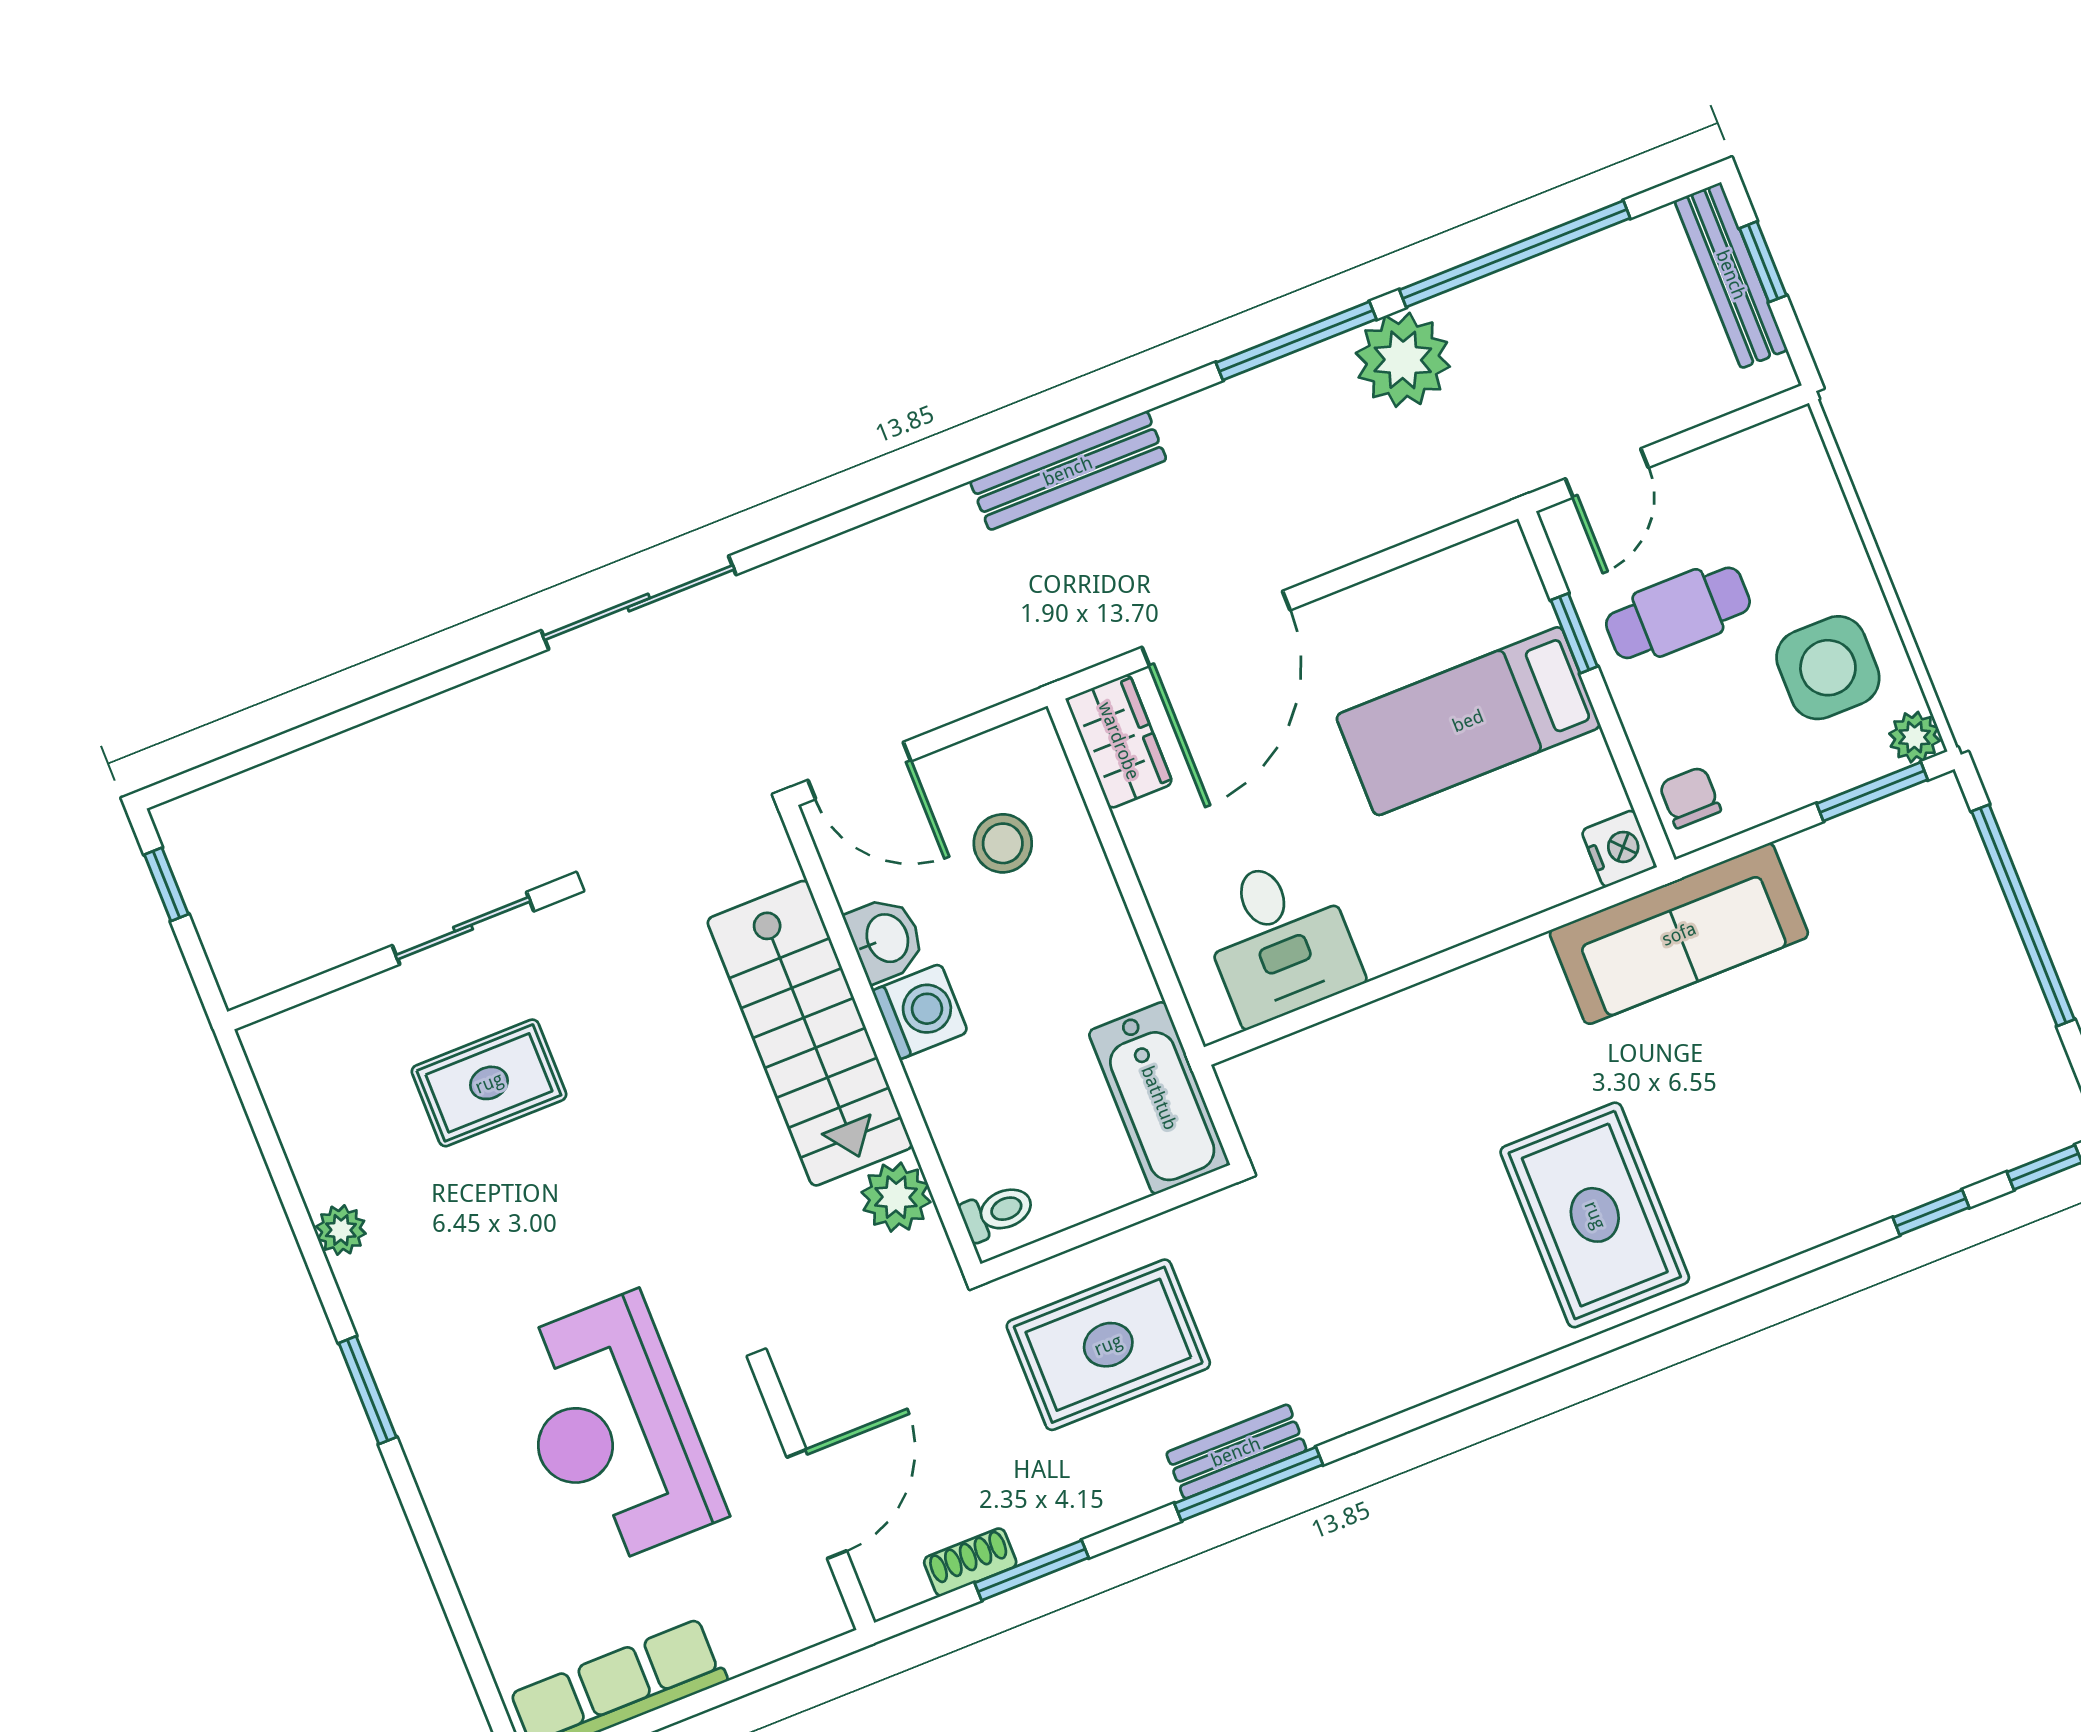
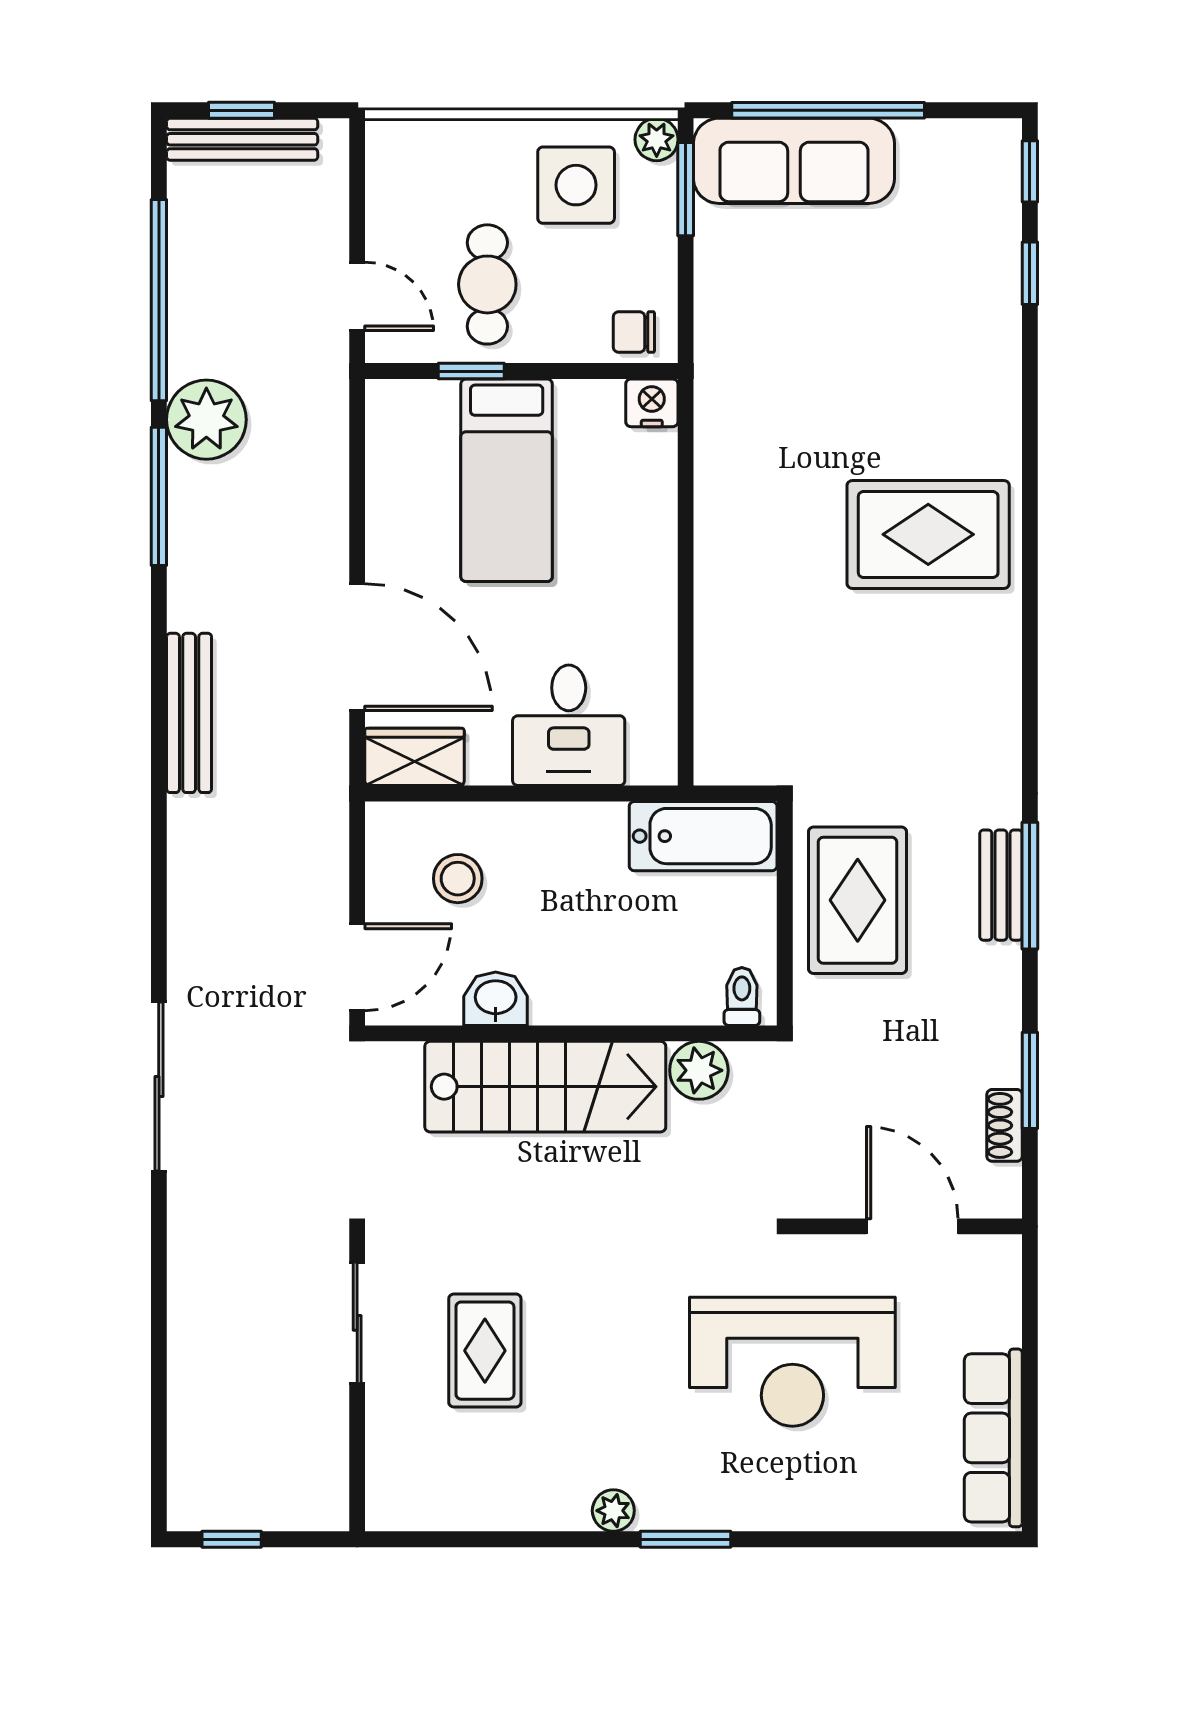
sofa: (1679, 934) -> (794, 161), moved, turned 90
desk: (1279, 939) -> (569, 725), moved, turned 90
washing machine: (920, 1011) -> (562, 994), removed
plant: (341, 1230) -> (613, 1511), moved
rug: (1108, 1345) -> (858, 900), moved

